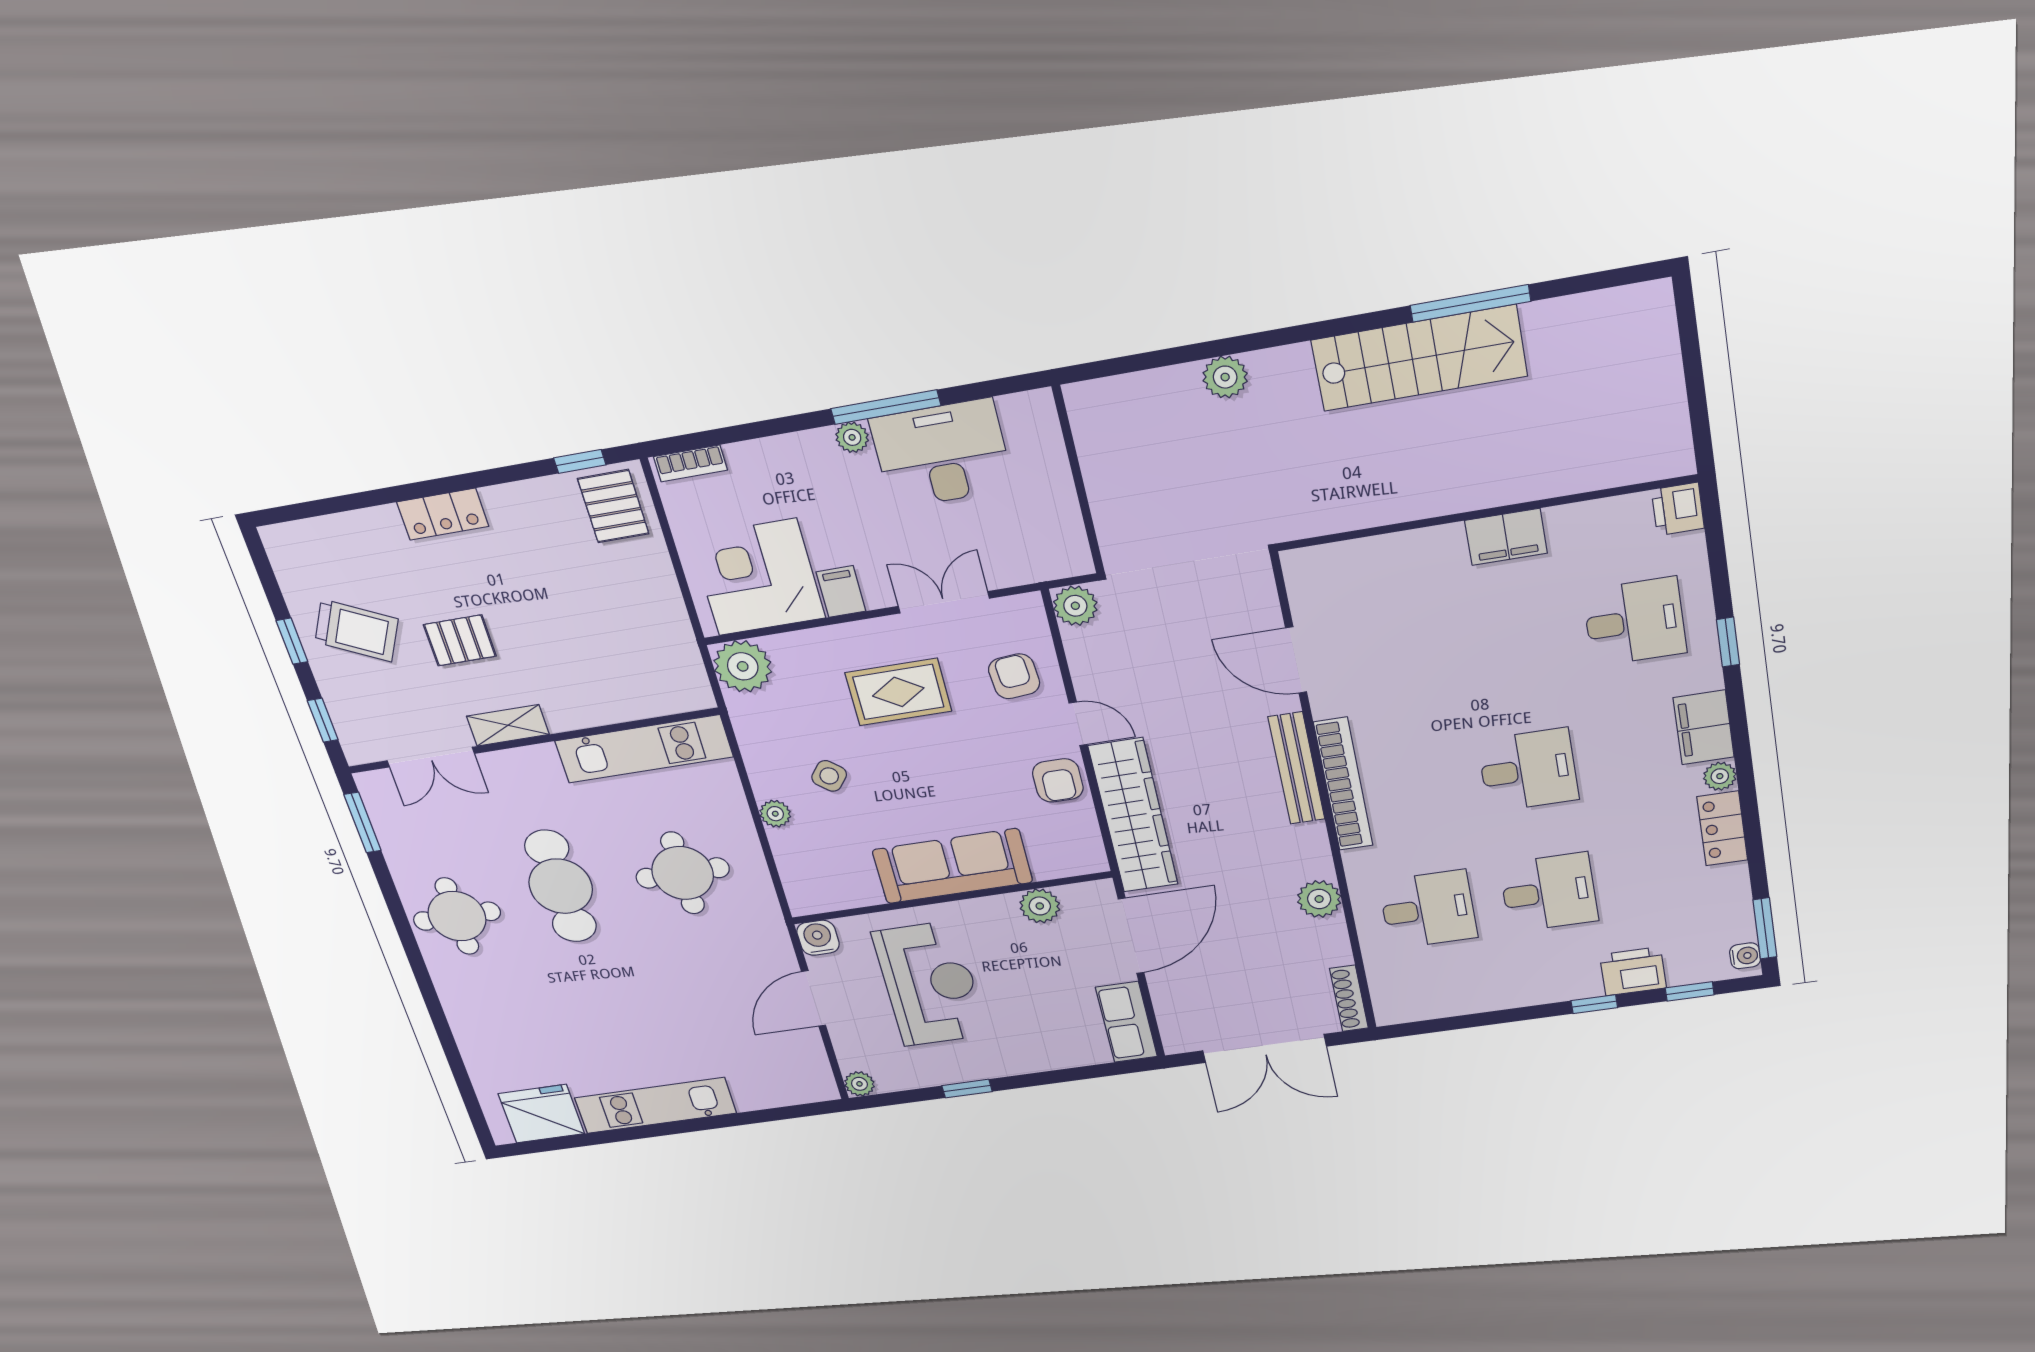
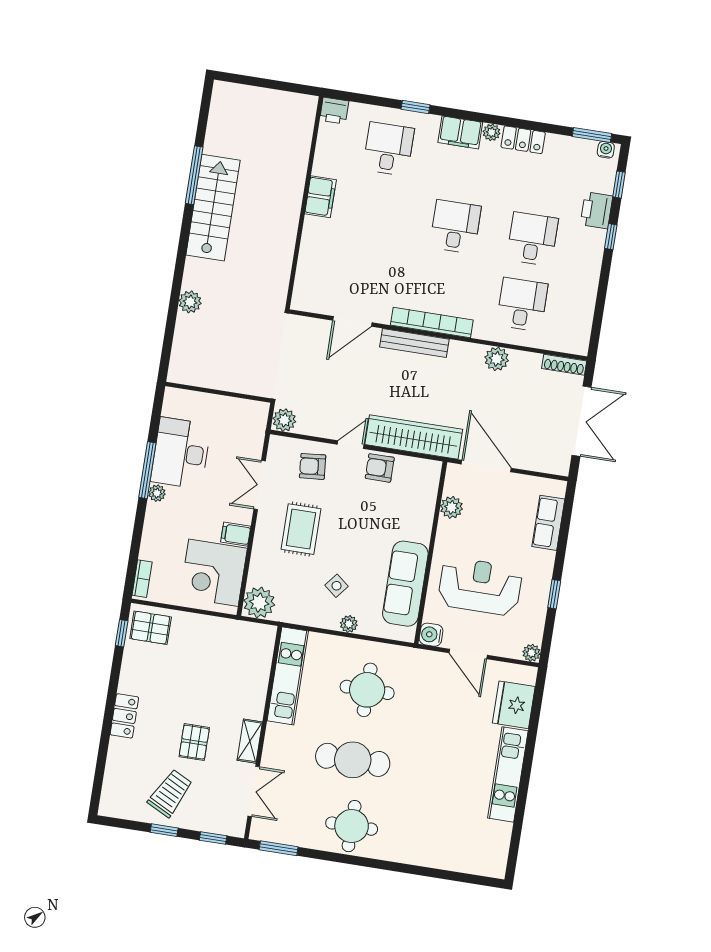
armchair: (1058, 780) -> (380, 468), turned 180
sofa: (952, 866) -> (405, 584), moved
row of seats: (1126, 1022) -> (548, 523), moved, turned 90
fridge: (541, 1114) -> (514, 705), moved

